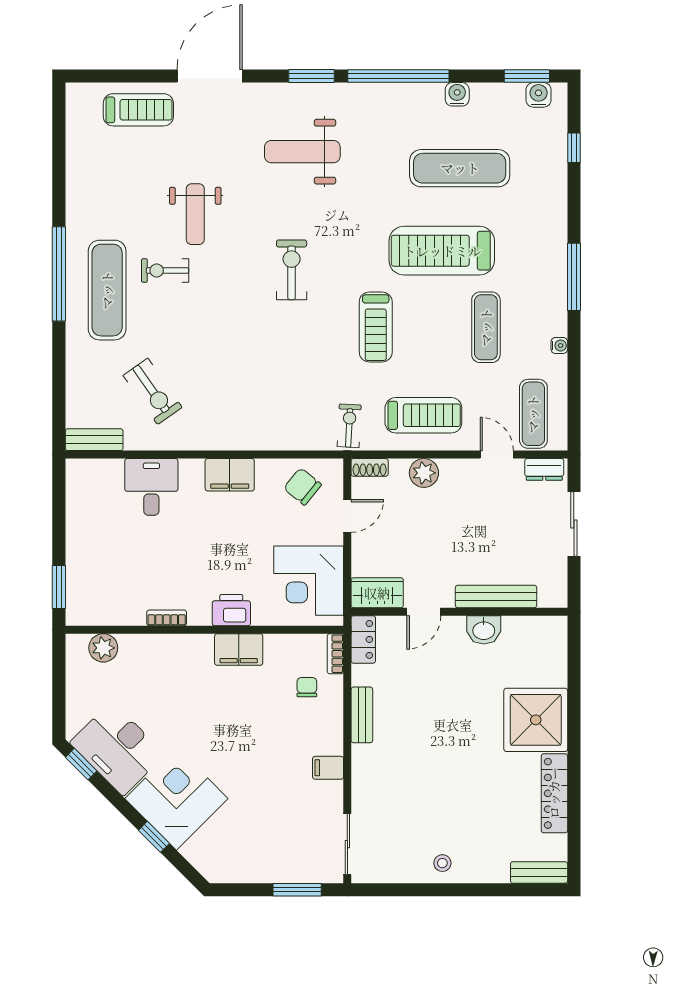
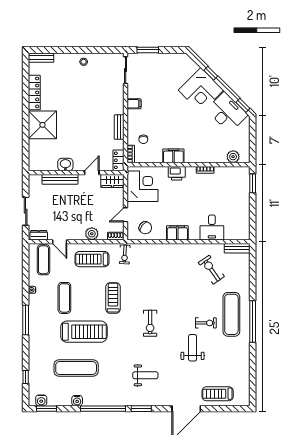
weight bench: (302, 152) -> (145, 375), width x0.73, depth x0.75

